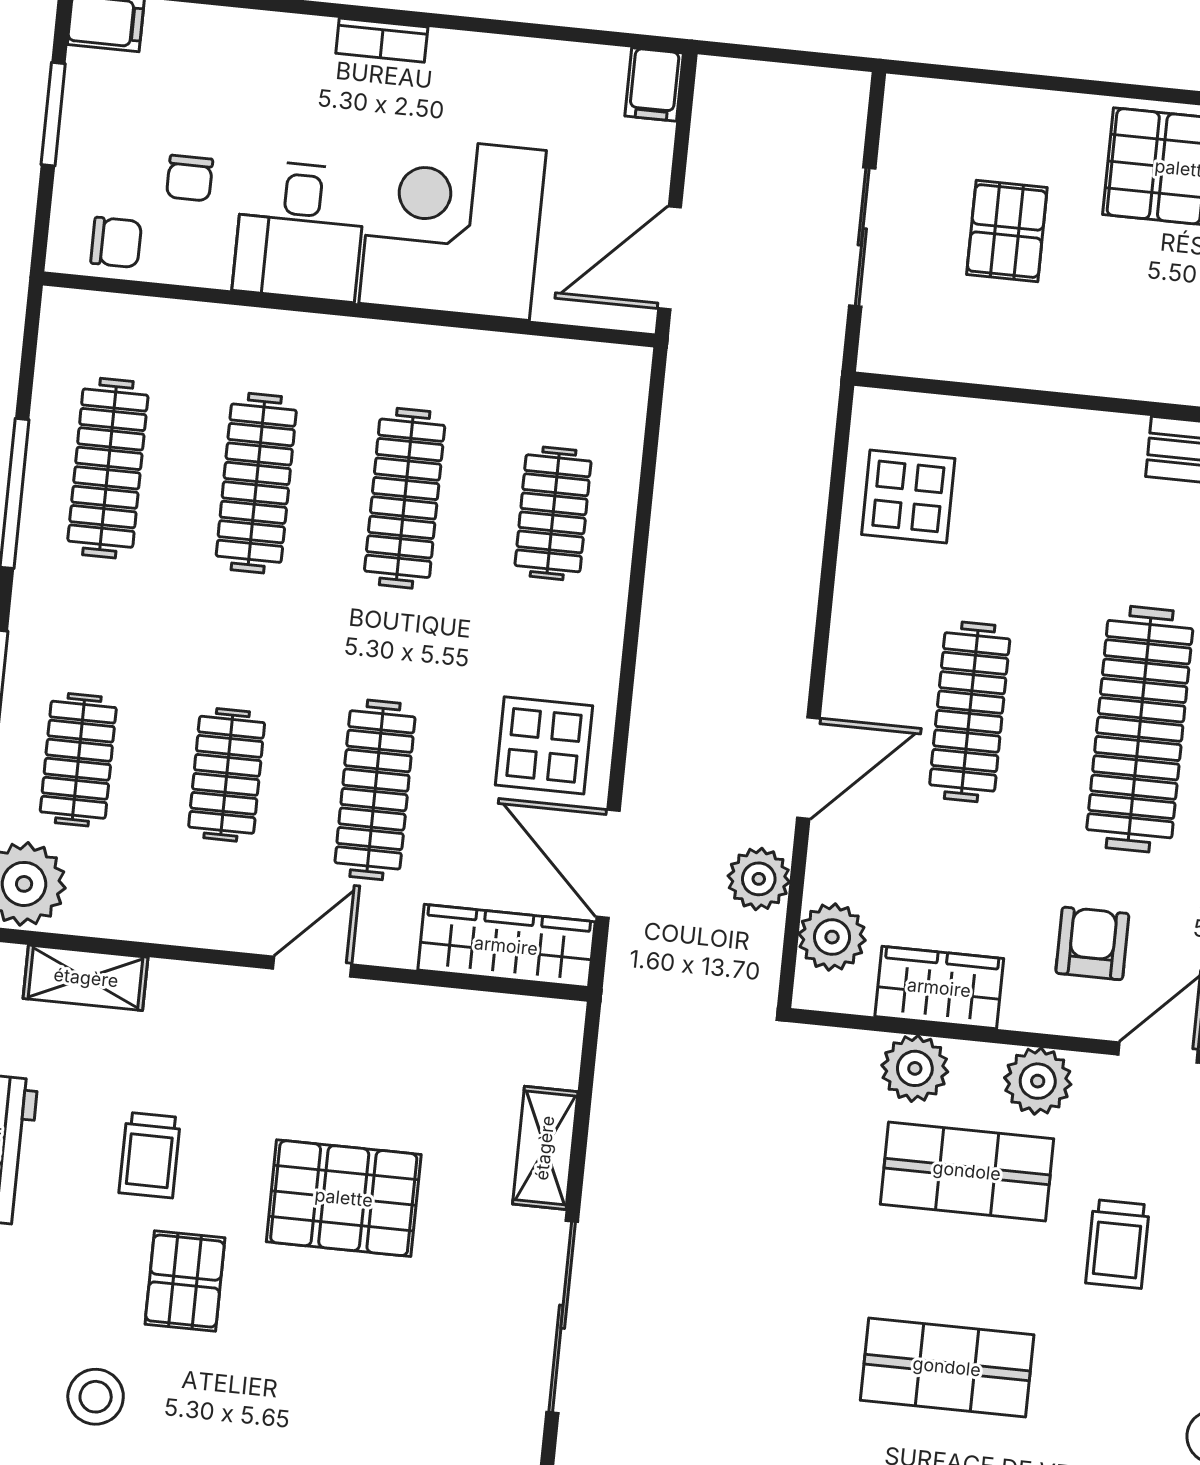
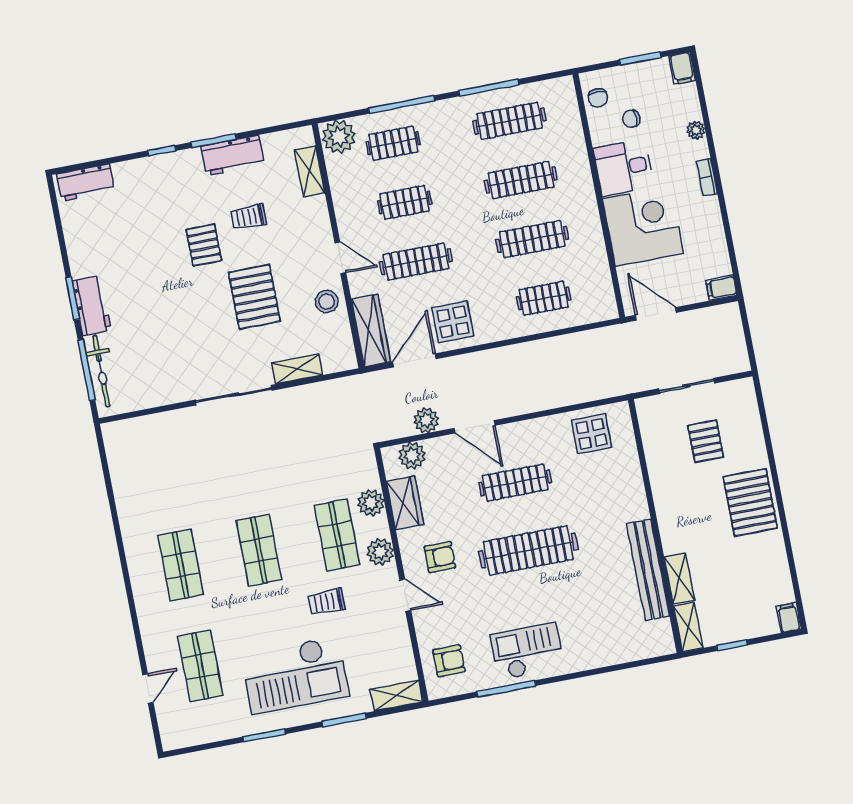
plant: (263, 33) -> (696, 130), added
pallet: (1007, 231) -> (706, 441), turned 90
pallet: (185, 1281) -> (204, 245), turned 90
stool: (96, 1397) -> (327, 301), moved

